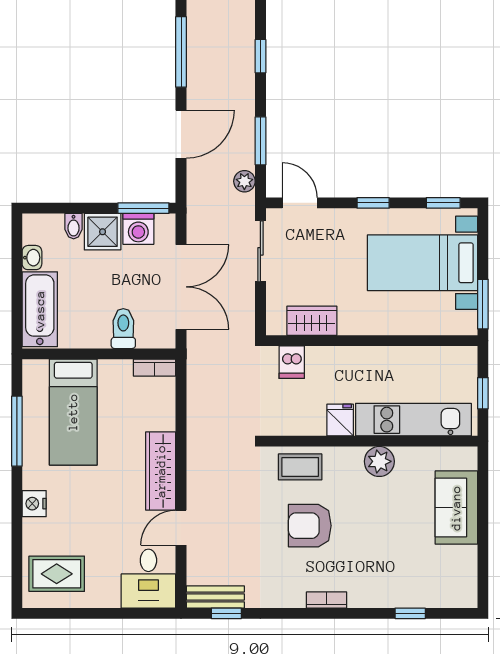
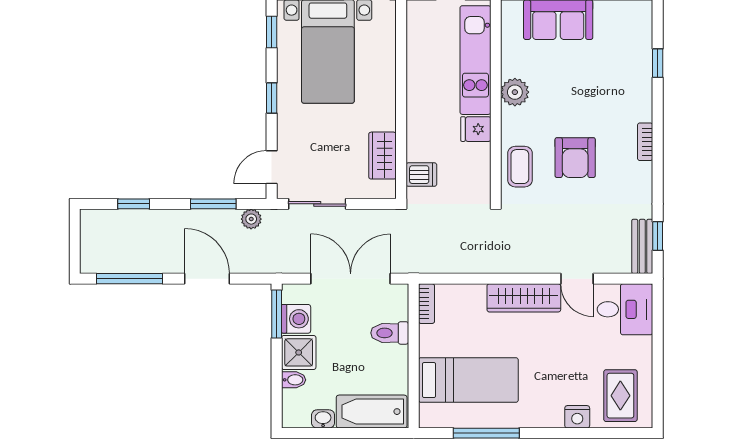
nightstand: (34, 504) -> (577, 417), moved

